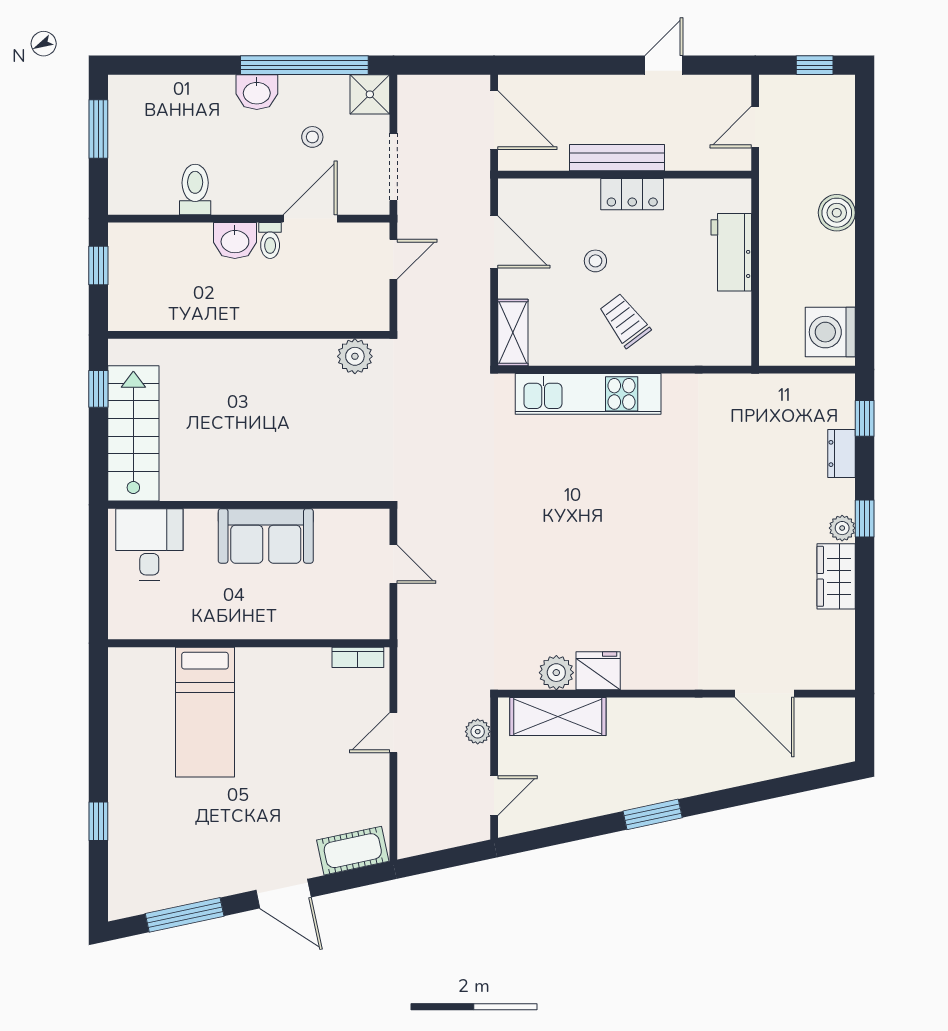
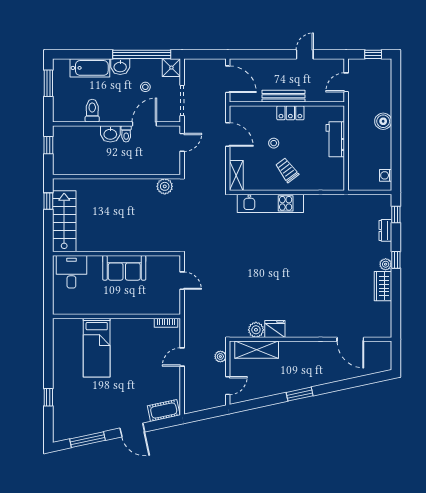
bathtub: (190, 95) -> (90, 68), added
washing machine: (830, 332) -> (386, 175), width x0.53, depth x0.53

